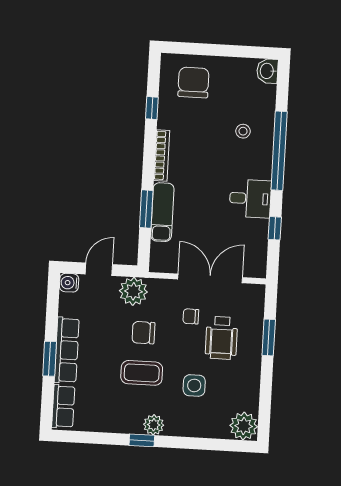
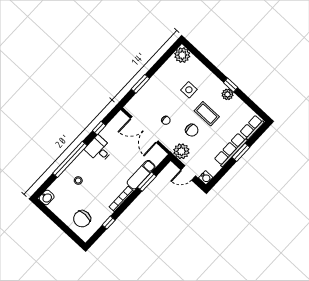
wheelchair: (221, 338) -> (160, 100), removed
plant: (154, 425) -> (227, 94), moved

